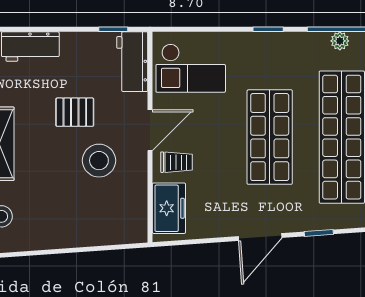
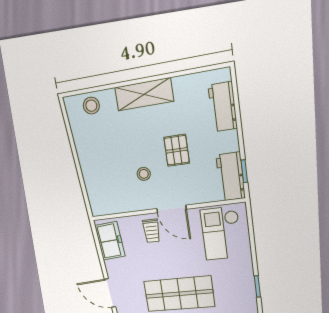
workbench: (132, 62) -> (231, 177), moved, turned -90
stool: (99, 161) -> (144, 174), width x0.53, depth x0.53
freezer: (169, 208) -> (110, 241), moved, turned -94

